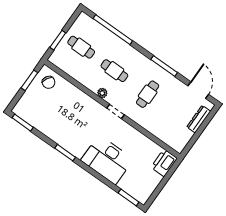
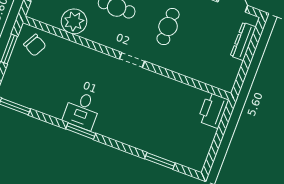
plant: (102, 93) -> (74, 21), moved, width x1.87, depth x1.87
desk: (107, 160) -> (82, 110), moved, width x0.53, depth x0.77
window: (129, 198) -> (160, 161), moved

